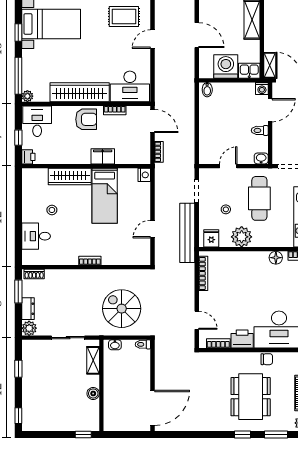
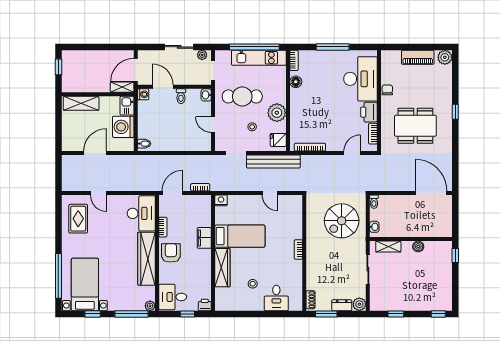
dining table: (251, 397) -> (415, 126), moved
window: (276, 434) -> (455, 82), removed

